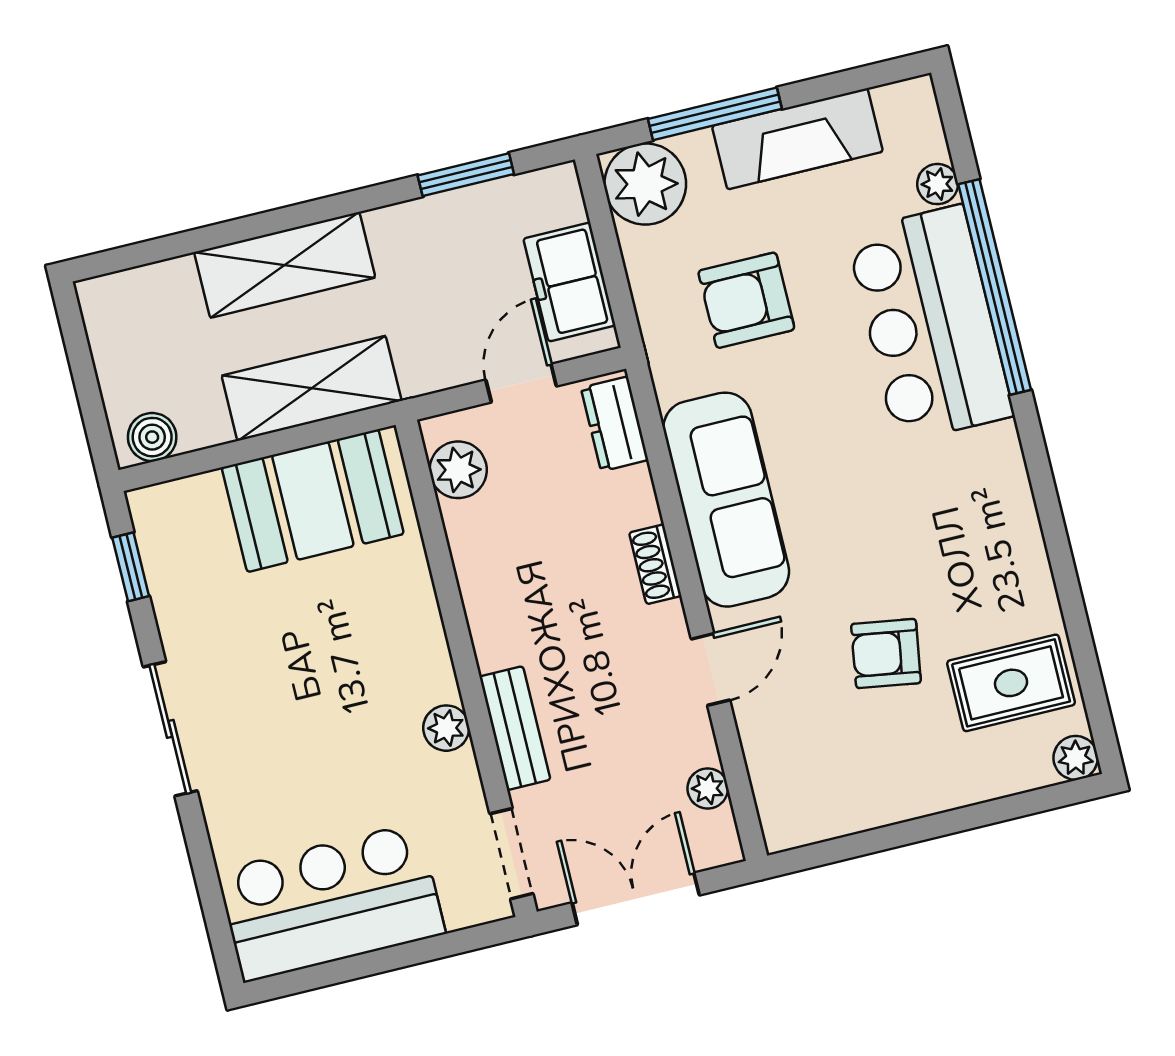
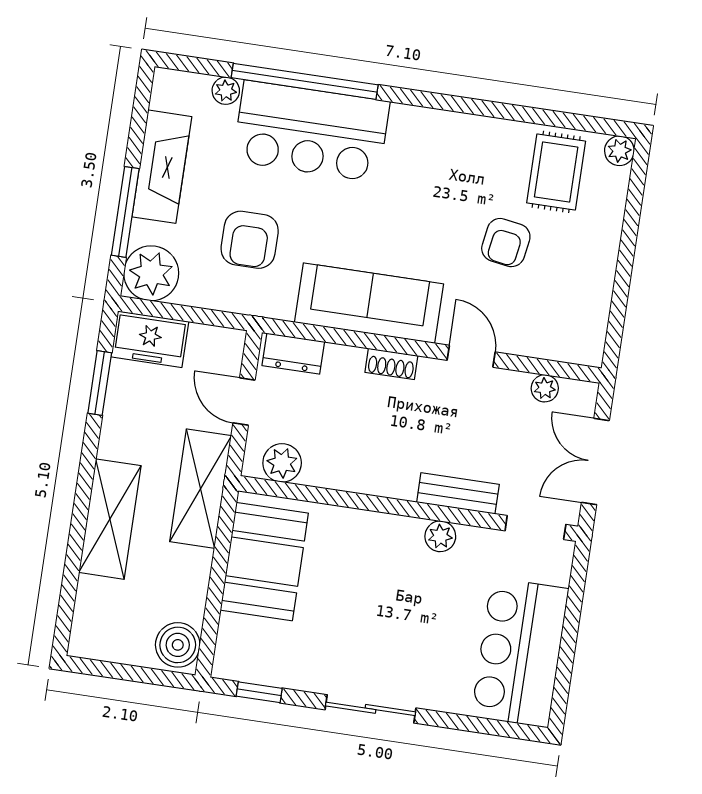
freezer: (569, 282) -> (150, 339), moved
shelving: (312, 388) -> (201, 489), moved
boiler: (152, 437) -> (178, 645), width x1.36, depth x1.36

